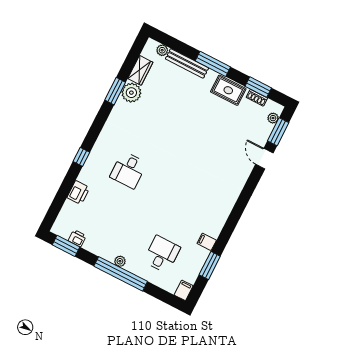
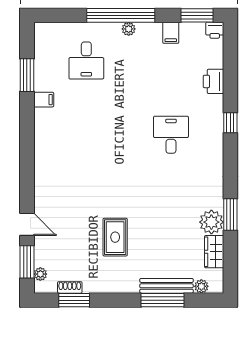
window: (213, 64) -> (162, 300), moved
rug: (228, 90) -> (115, 237), moved, turned 90
printer: (77, 238) -> (215, 30), moved
filing cabinet: (184, 290) -> (171, 33), moved

